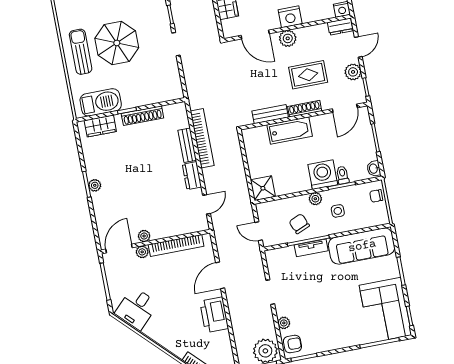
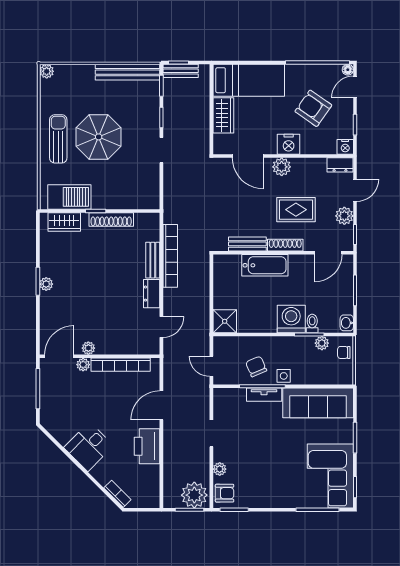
plant: (315, 199) -> (322, 343), moved
side table: (338, 211) -> (284, 376), moved
desk: (137, 308) -> (89, 447), moved

